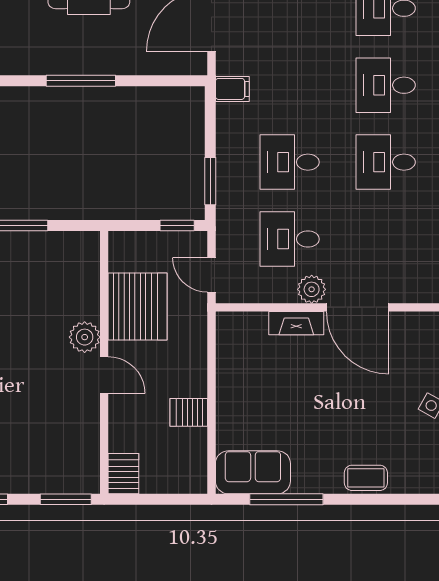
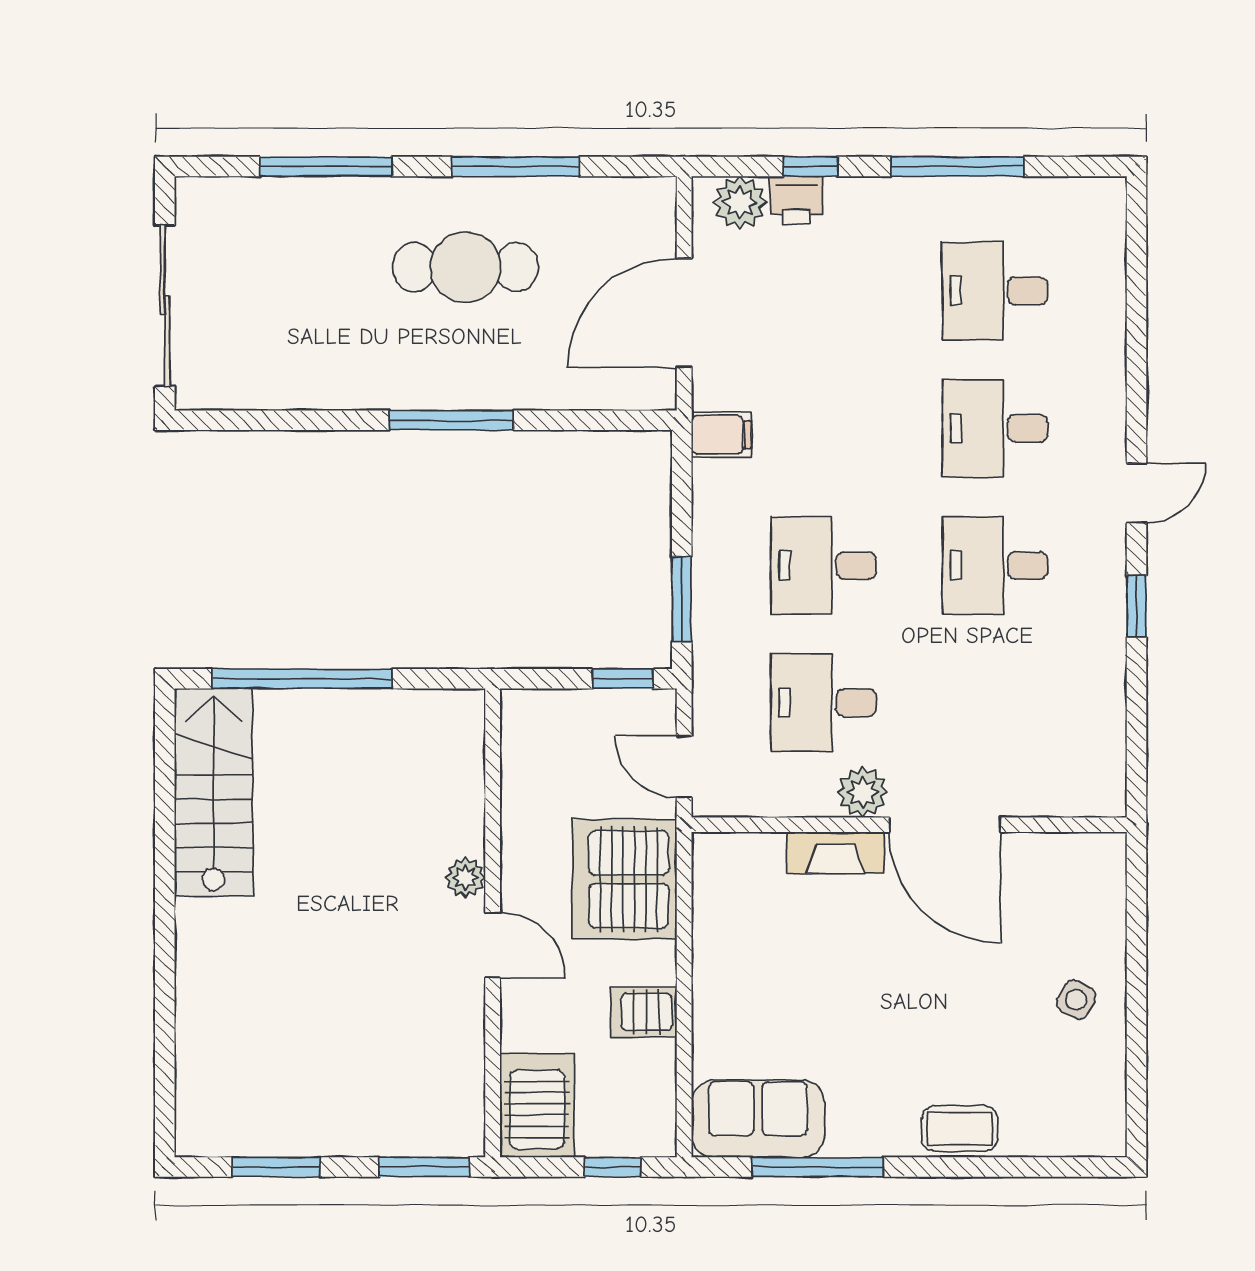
server rack: (138, 307) -> (625, 879), moved, turned 180
plant: (85, 337) -> (465, 878), width x0.73, depth x0.73
server rack: (123, 474) -> (537, 1105), width x1.36, depth x1.44
window: (171, 499) -> (613, 1167), added

